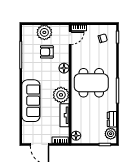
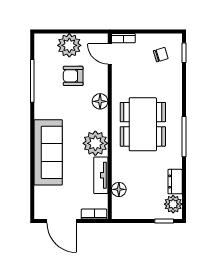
door: (70, 38) -> (110, 54), swing flipped
dining table: (91, 83) -> (143, 124), turned 90
floor lamp: (76, 136) -> (119, 189), moved

